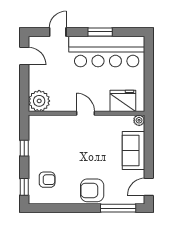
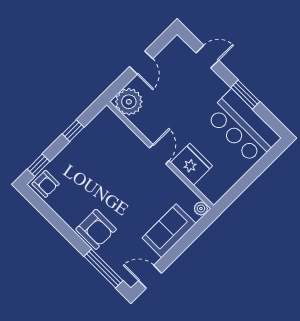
bar counter: (107, 51) -> (243, 127), width x0.73
door: (24, 56) -> (141, 63), moved
fridge: (123, 101) -> (192, 164), moved
armchair: (47, 180) -> (46, 184), moved
armchair: (92, 190) -> (96, 229), turned 180

